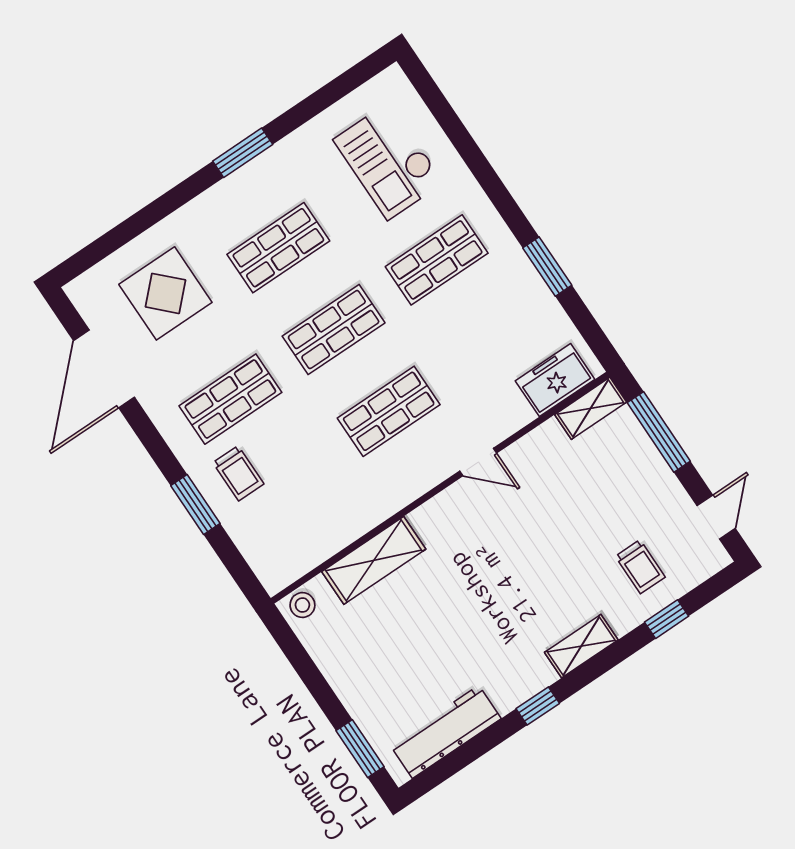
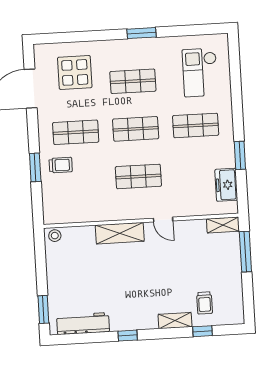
freezer: (555, 380) -> (226, 185), moved, turned -90
trolley: (238, 473) -> (61, 165), turned -90
door: (716, 517) -> (248, 301), removed
shelving: (374, 560) -> (120, 233), moved
shelving: (581, 646) -> (175, 321), moved

